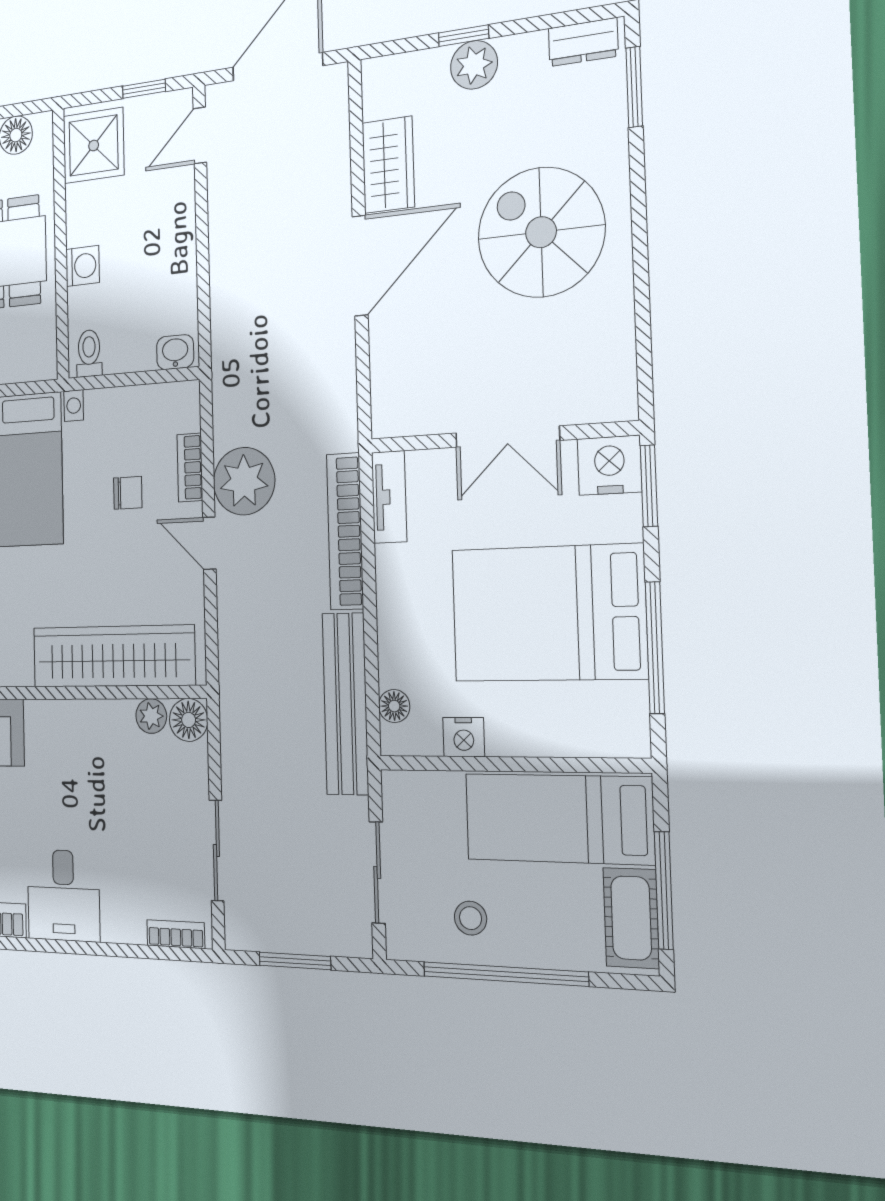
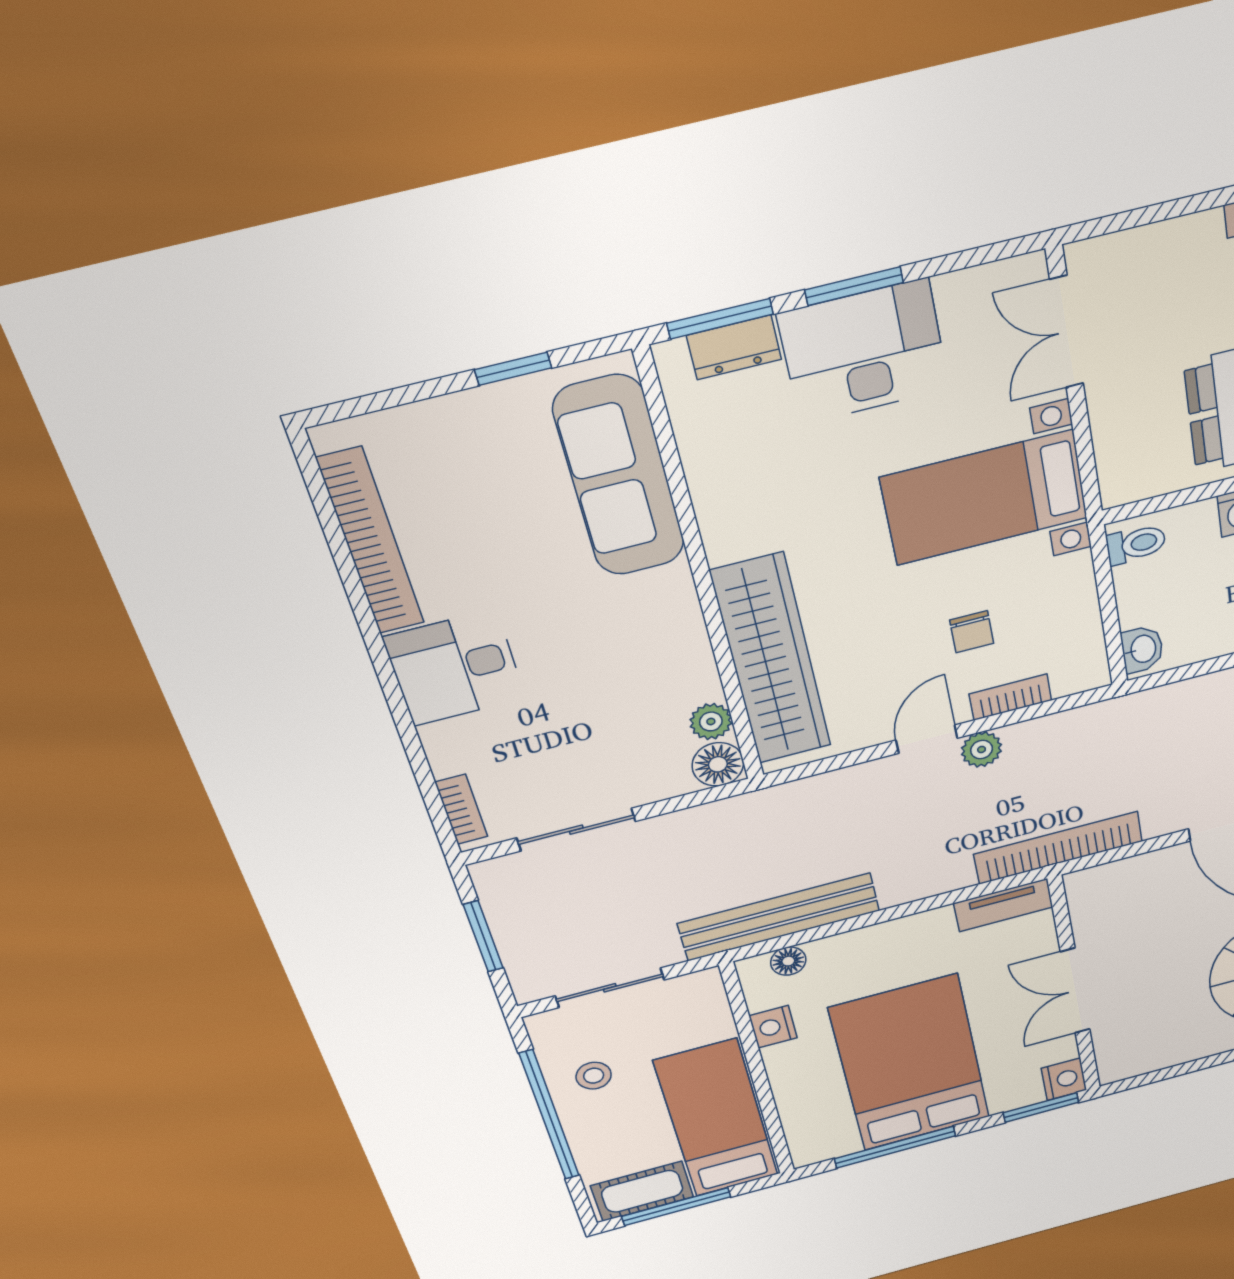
nightstand: (609, 465) -> (1064, 1079), width x0.74, depth x0.75
plant: (244, 481) -> (982, 749), width x0.53, depth x0.53
bookcase: (345, 531) -> (1058, 848), moved

